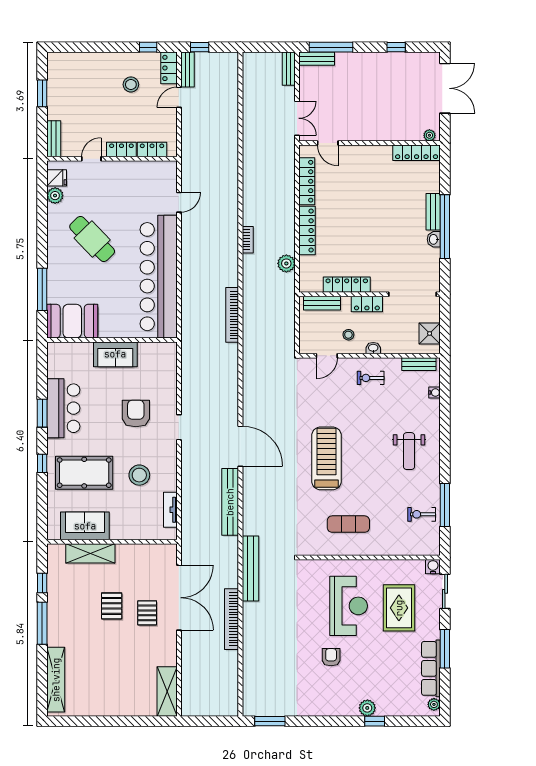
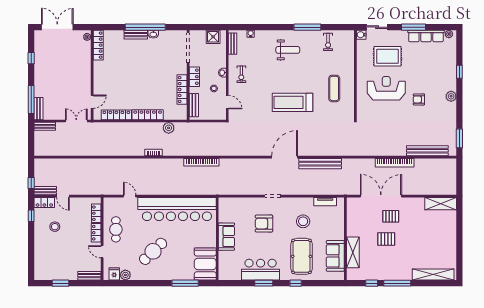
cafe table: (127, 181) -> (116, 229), added
window: (445, 505) -> (307, 27), moved
bench: (250, 568) -> (427, 151), moved
plant: (367, 708) -> (451, 96), moved

